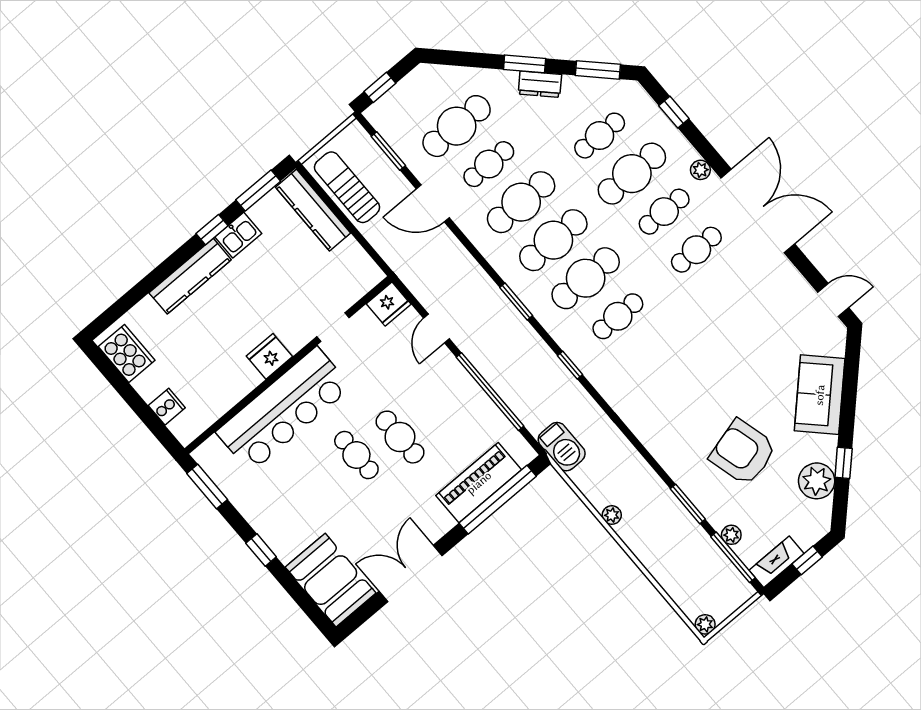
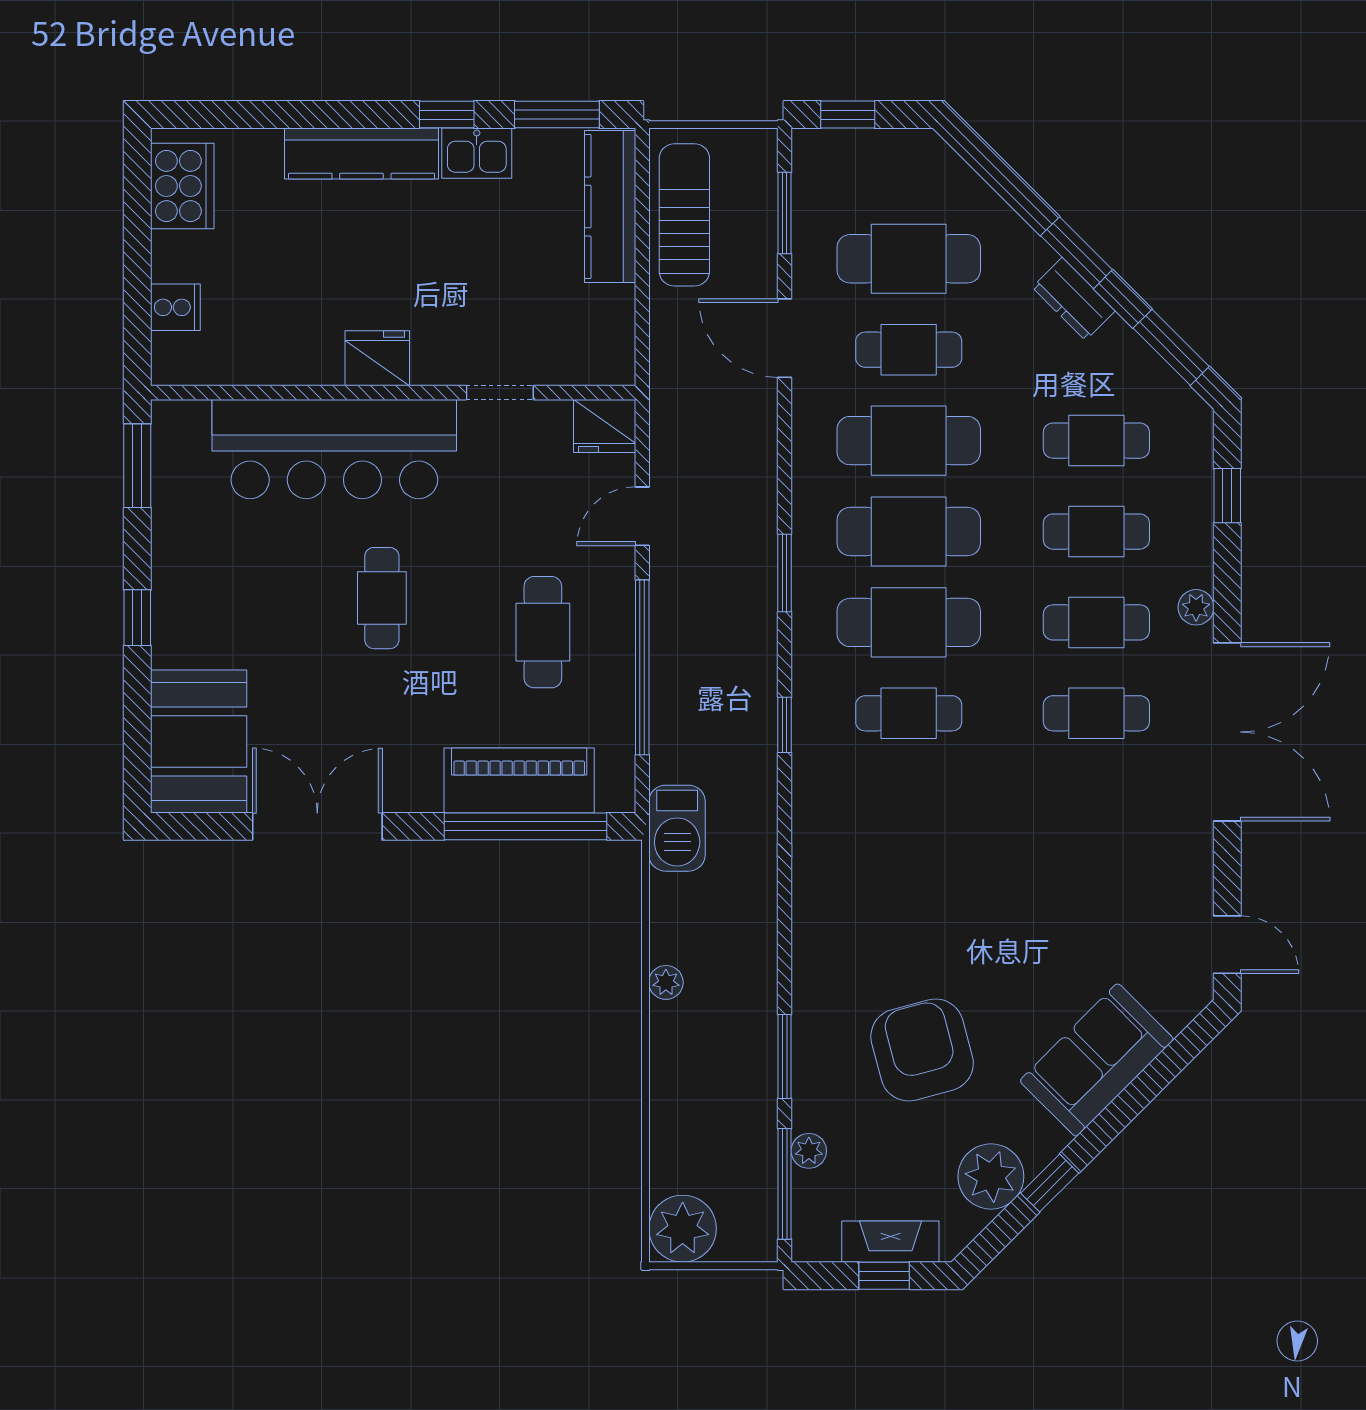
cafe table: (632, 174) -> (1096, 532), width x0.73, depth x0.74
cafe table: (400, 437) -> (543, 632), moved
fireplace: (776, 562) -> (890, 1242), moved
plant: (705, 624) -> (683, 1229), width x1.87, depth x1.87

